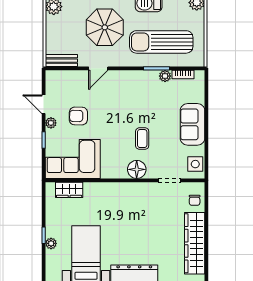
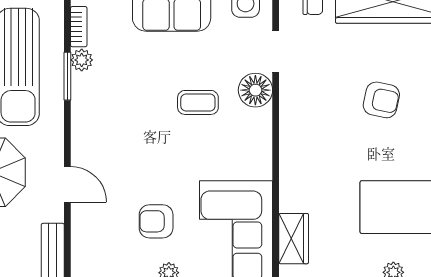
armchair: (78, 116) -> (156, 221), turned 89
floor lamp: (137, 169) -> (255, 90), moved
armchair: (144, 237) -> (381, 100), added

